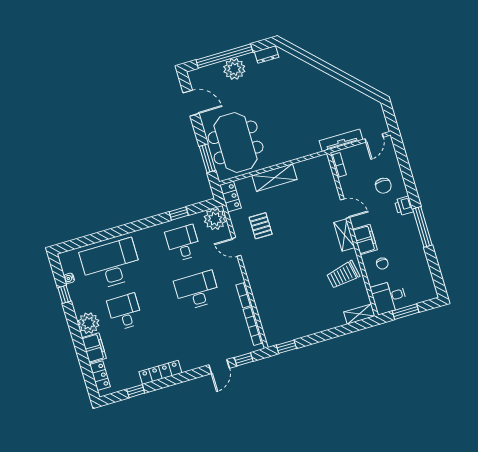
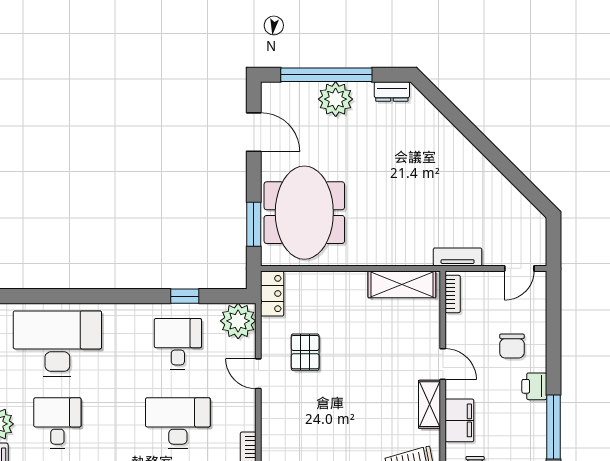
tv unit: (341, 140) -> (458, 257), width x0.71
shelving: (274, 178) -> (402, 284), moved

